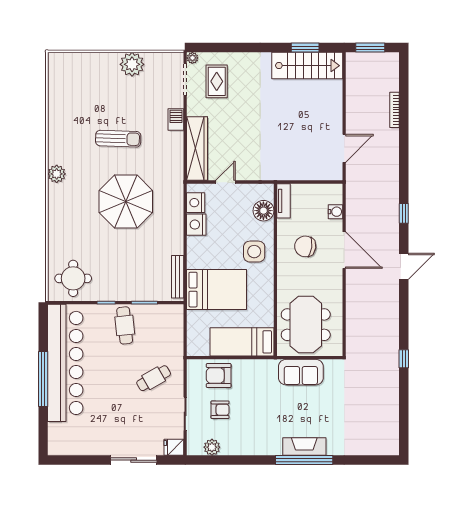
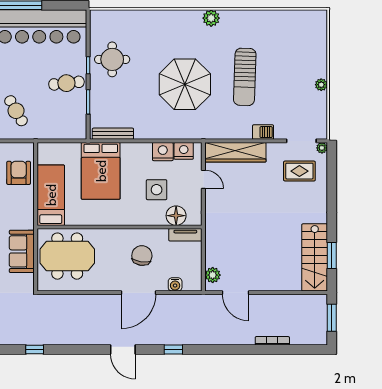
plant: (132, 64) -> (321, 85), width x0.53, depth x0.53
sun lounger: (118, 139) -> (245, 77), width x1.36, depth x1.34
plant: (326, 172) -> (213, 275), added
side table: (254, 252) -> (157, 190), moved
round table: (73, 278) -> (112, 59), moved

